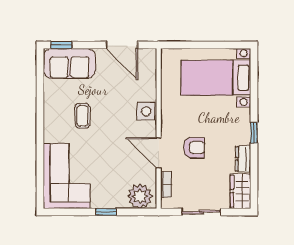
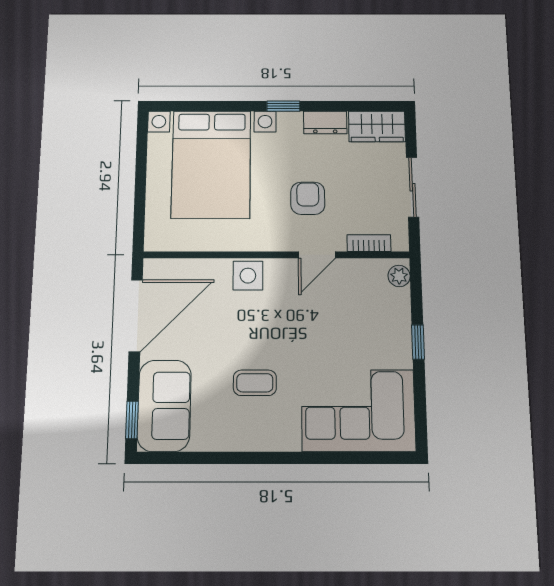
door: (122, 45) -> (136, 315), width x1.36
bed with nightstands: (216, 78) -> (211, 164), width x1.36
door: (159, 153) -> (317, 255), width x0.73
plant: (140, 196) -> (399, 276), width x0.53, depth x0.53

